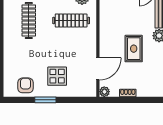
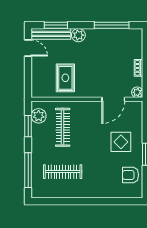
rug: (134, 49) -> (65, 78), moved, turned 90
door: (98, 69) -> (113, 99), swing flipped

